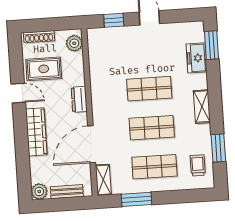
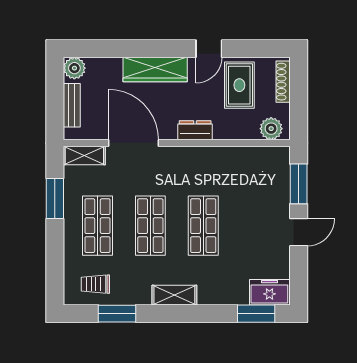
window: (114, 20) -> (299, 184), width x1.50
freezer: (197, 58) -> (269, 292), moved
trolley: (198, 165) -> (95, 284), turned 180

